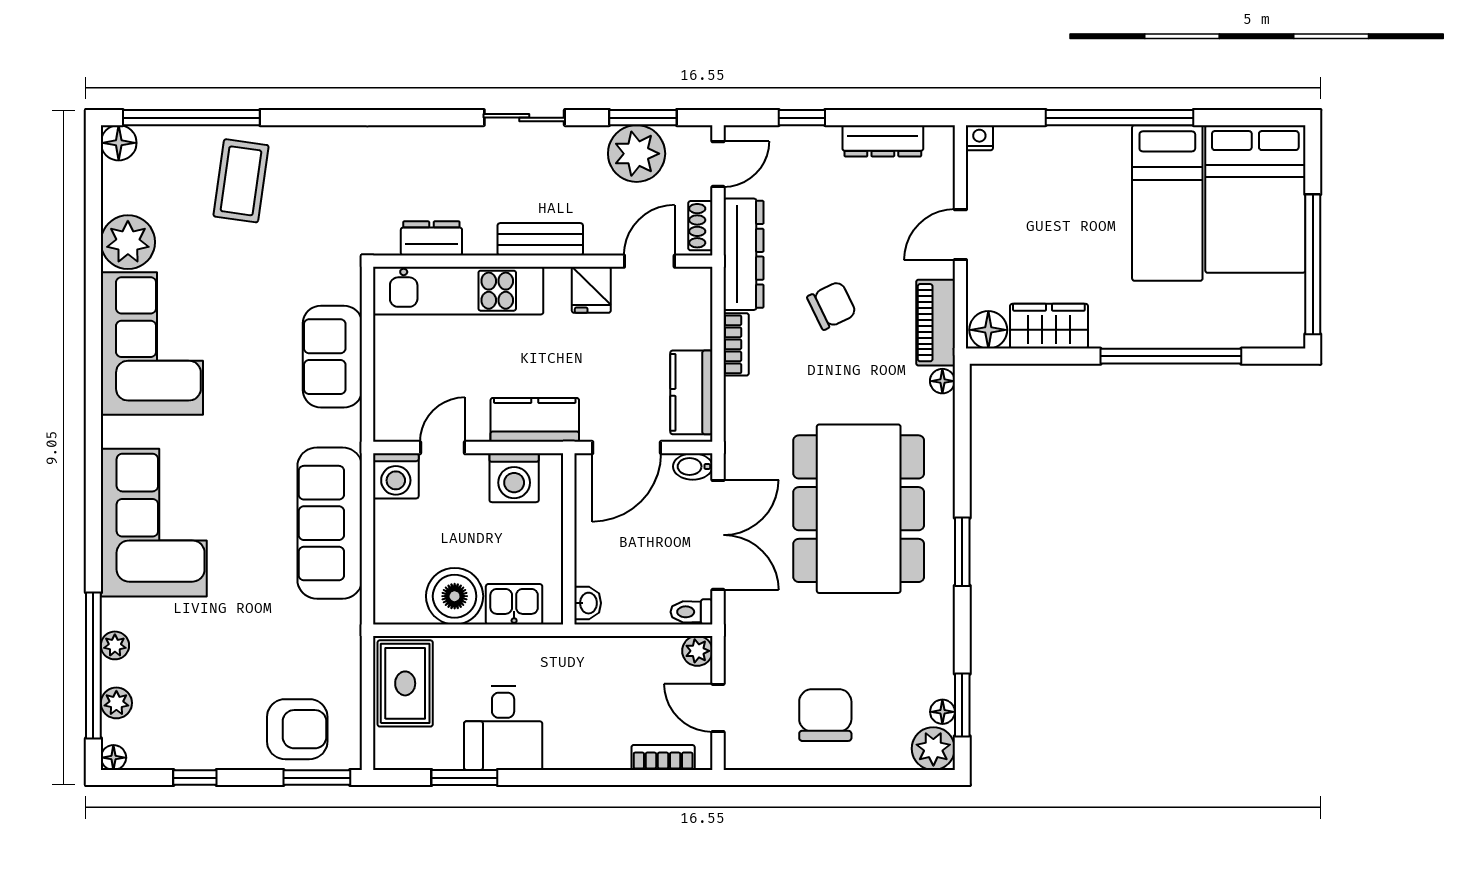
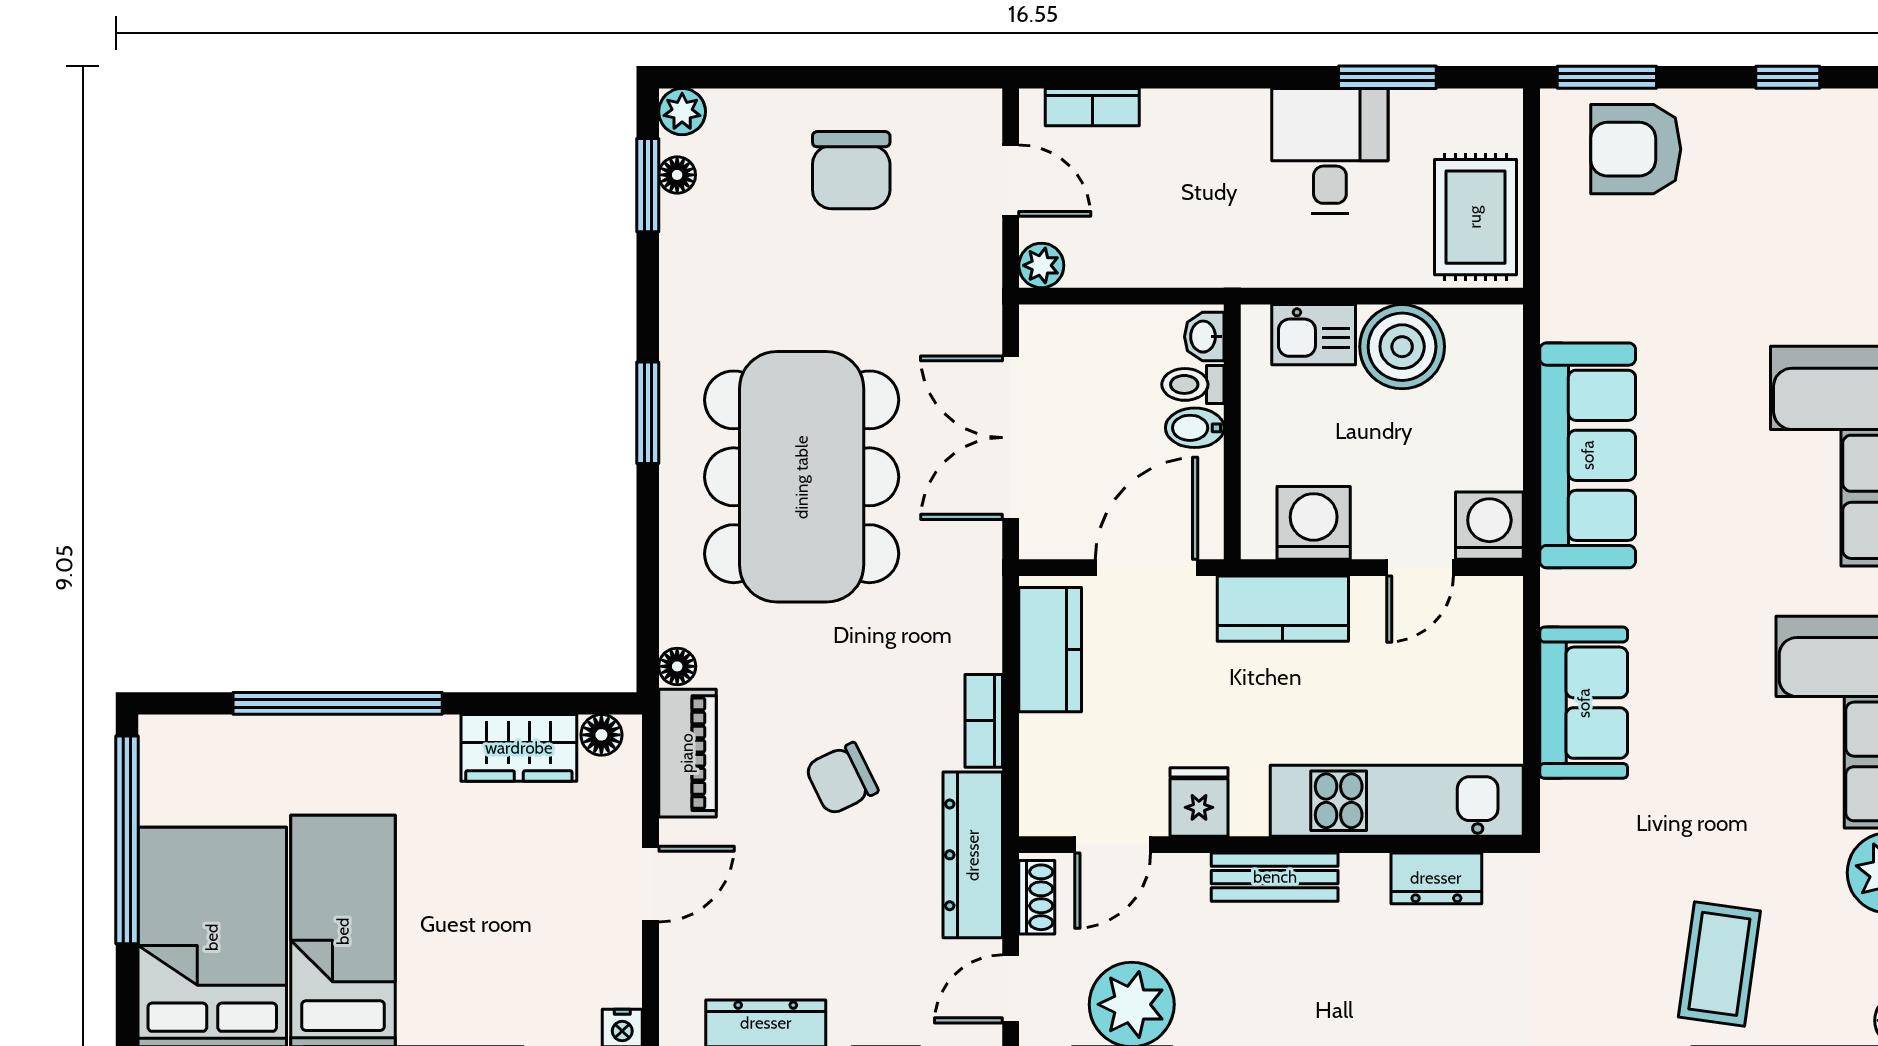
floor lamp: (988, 330) -> (601, 735), width x0.73, depth x0.73
bidet: (693, 466) -> (1195, 428), moved, turned 180
toilet: (692, 612) -> (1193, 384), moved, turned 180
plant: (933, 749) -> (682, 112), width x0.73, depth x0.73

